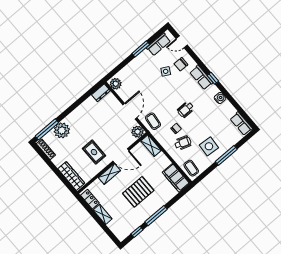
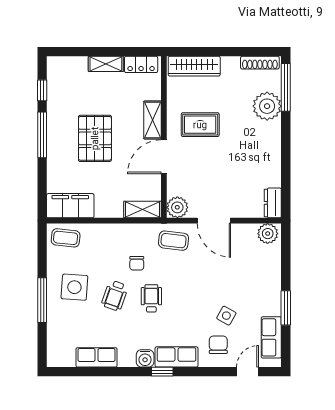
water cooler: (220, 98) -> (145, 358), moved
row of seats: (241, 124) -> (97, 357), moved
wheelchair: (183, 143) -> (115, 296), moved

